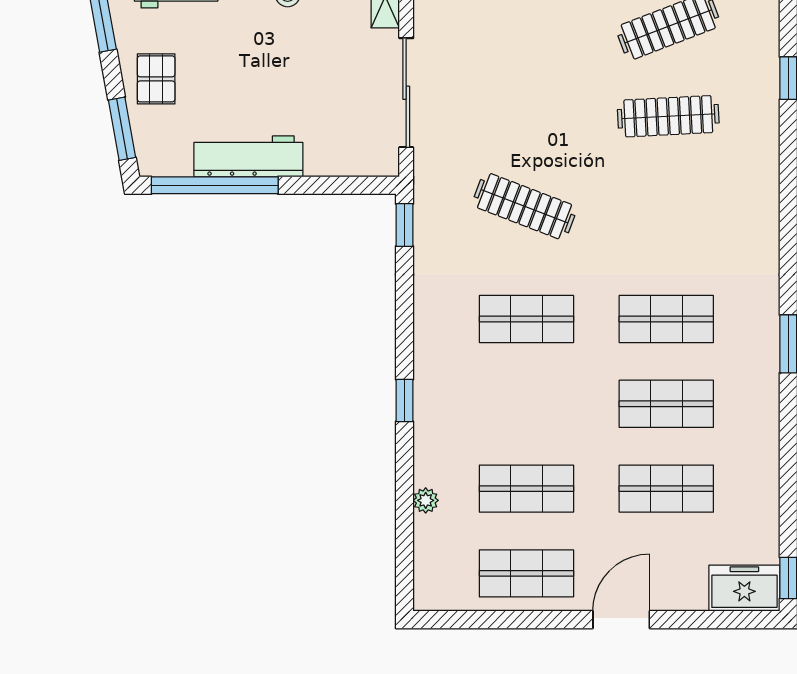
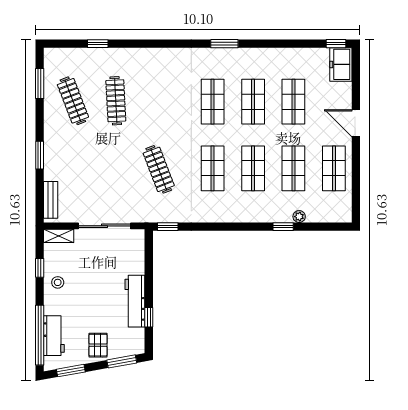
pallet: (156, 79) -> (98, 345), turned 90
window: (215, 185) -> (149, 317), width x0.32
clothes rail: (524, 206) -> (159, 169), turned -42
window: (404, 400) -> (283, 227), moved
shop shelf: (526, 404) -> (253, 168), added

